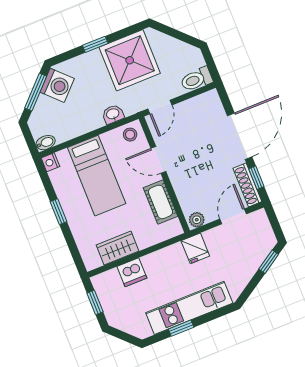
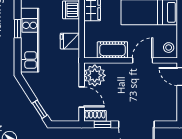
shoe rack: (247, 185) -> (95, 116), width x0.70
plant: (197, 220) -> (95, 75), width x1.88, depth x1.88
fridge: (195, 248) -> (70, 41), moved

